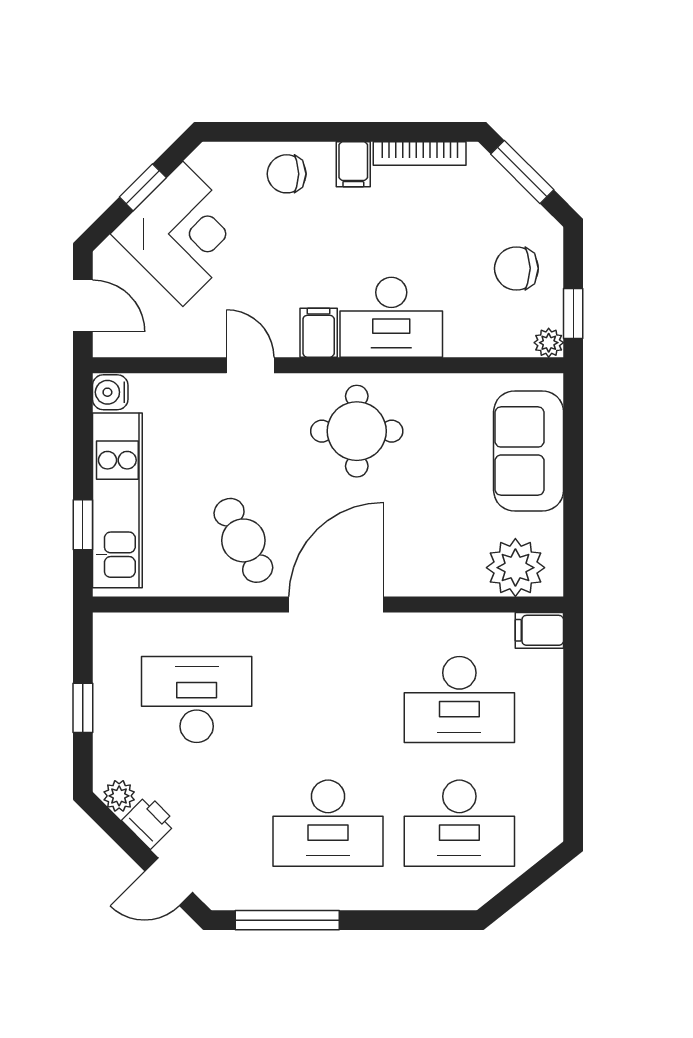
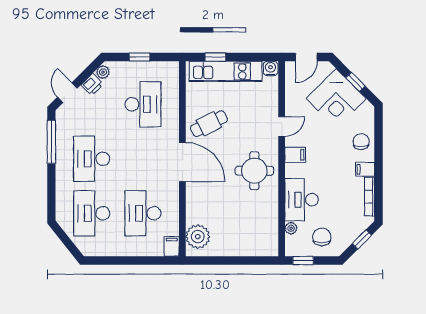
window: (522, 172) -> (362, 239), width x0.67
desk: (391, 317) -> (302, 200), moved
plant: (549, 343) -> (291, 228), moved
sofa: (529, 451) -> (246, 242), removed

